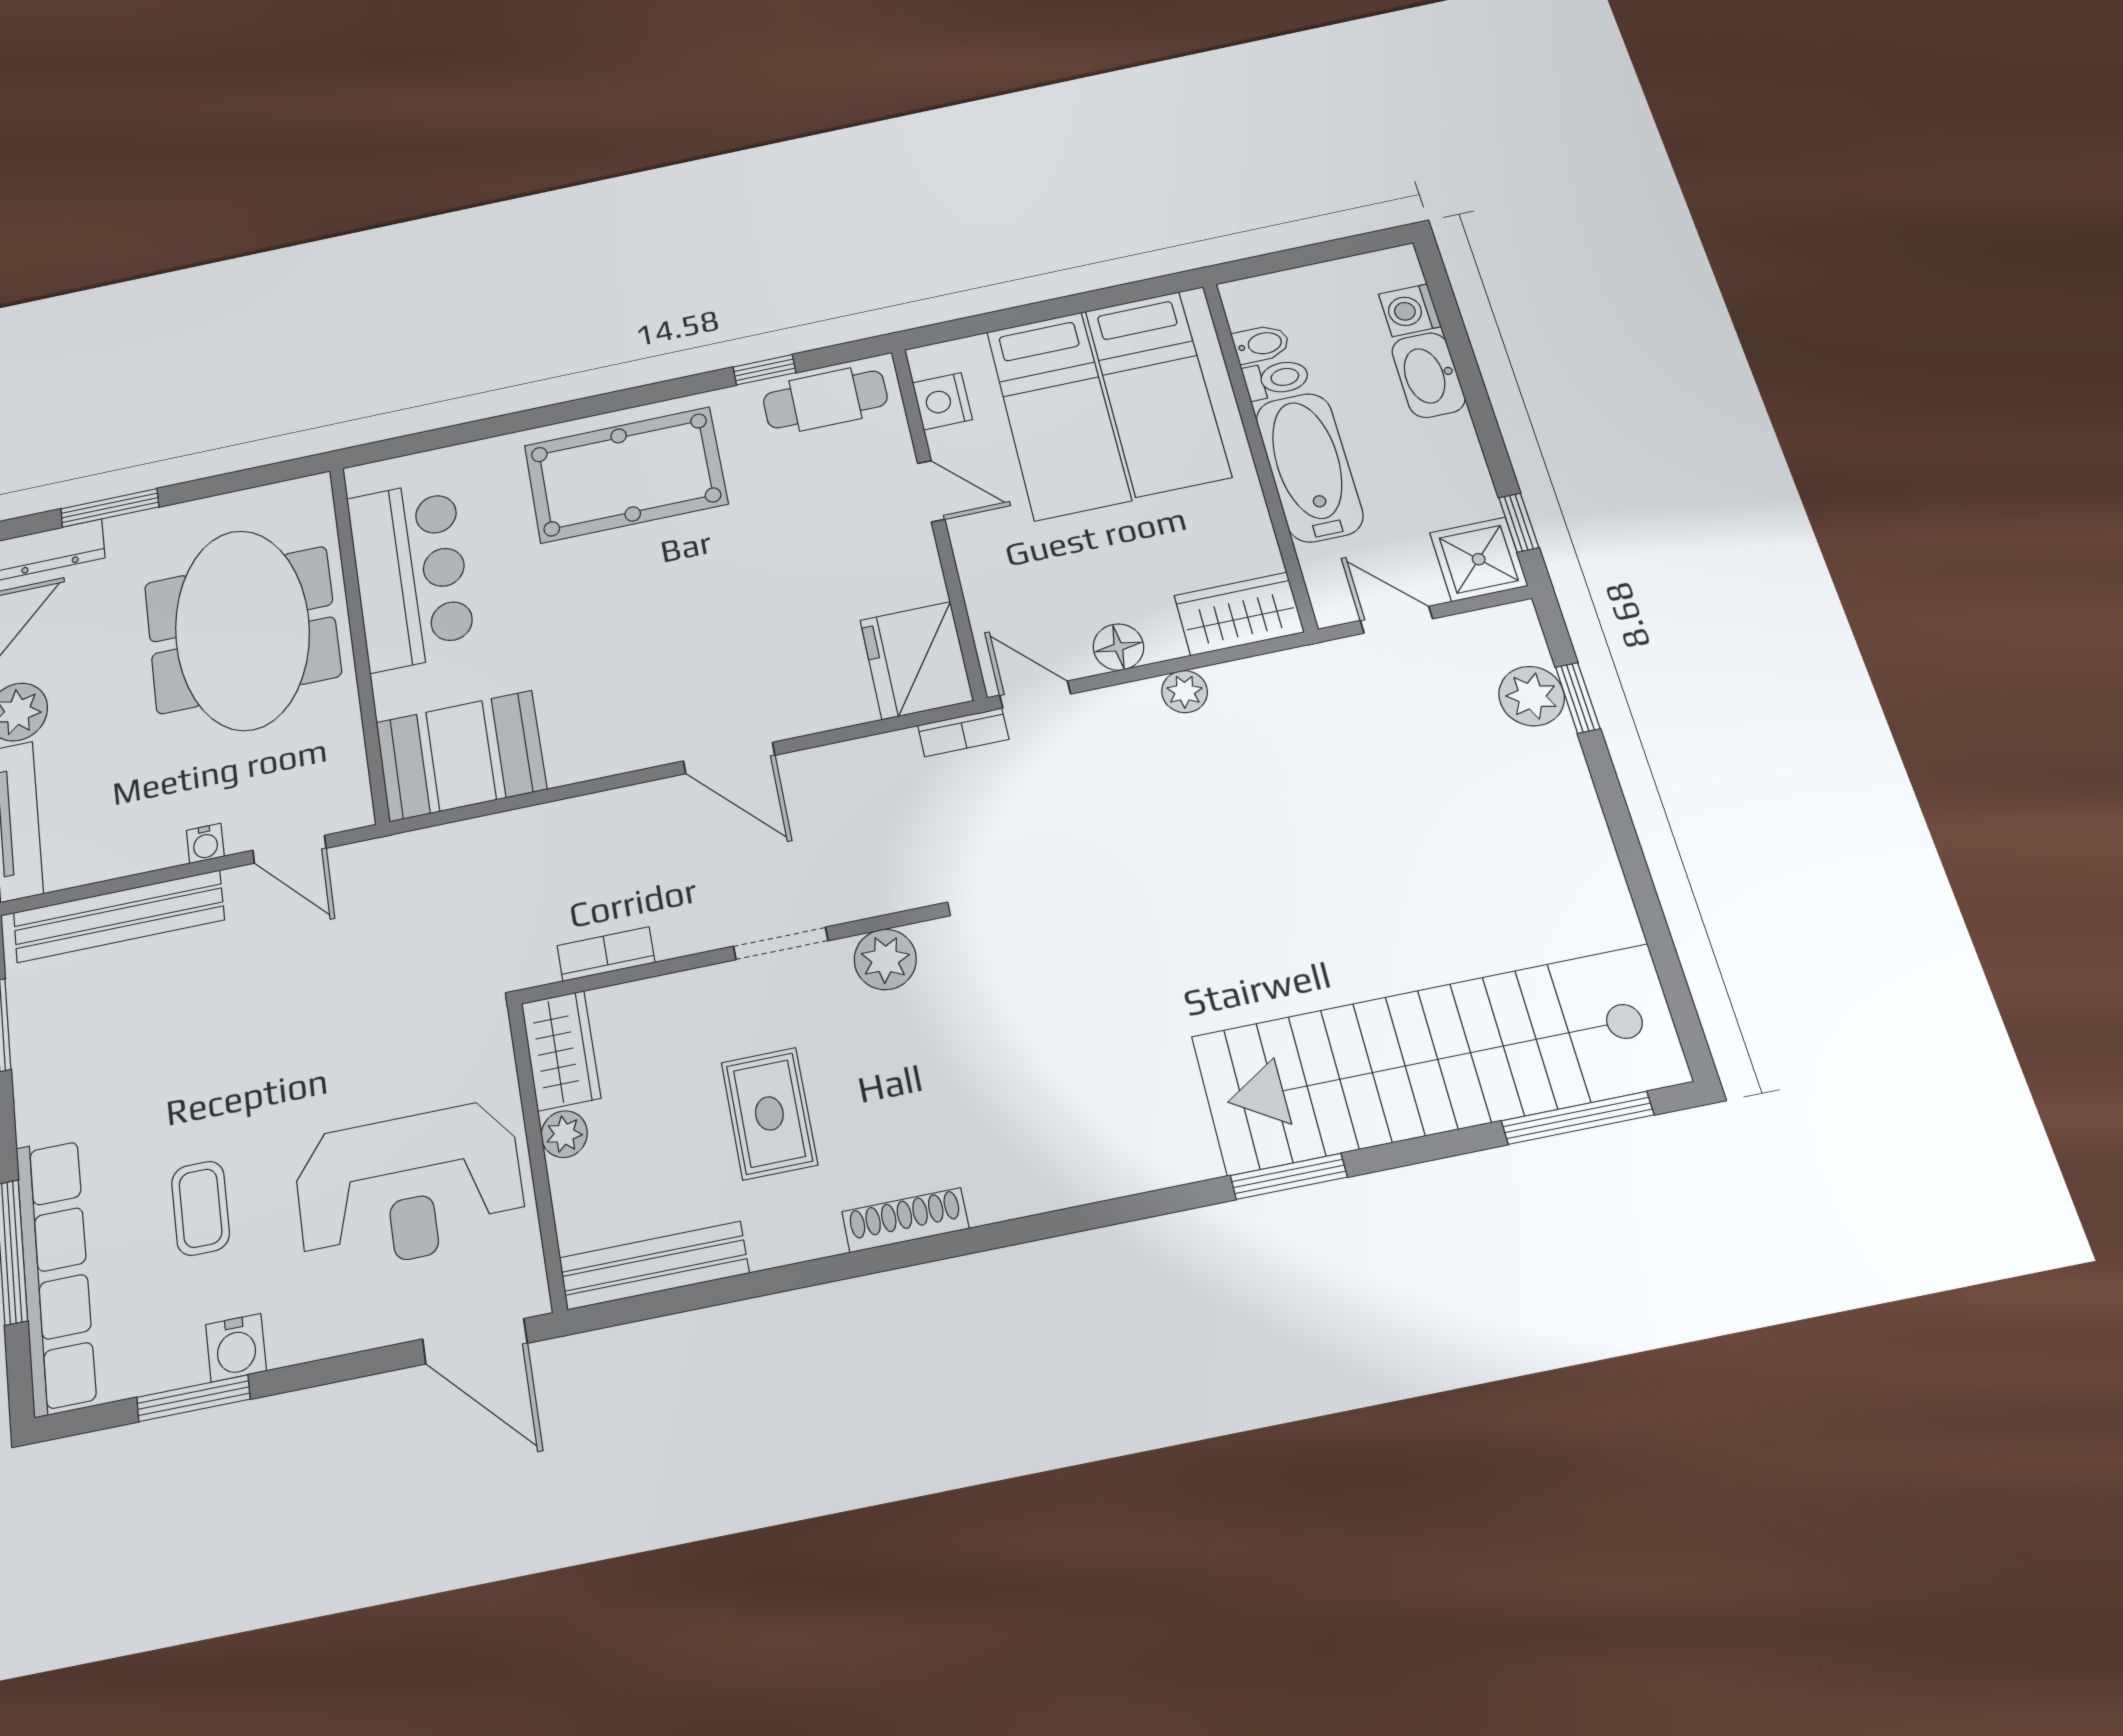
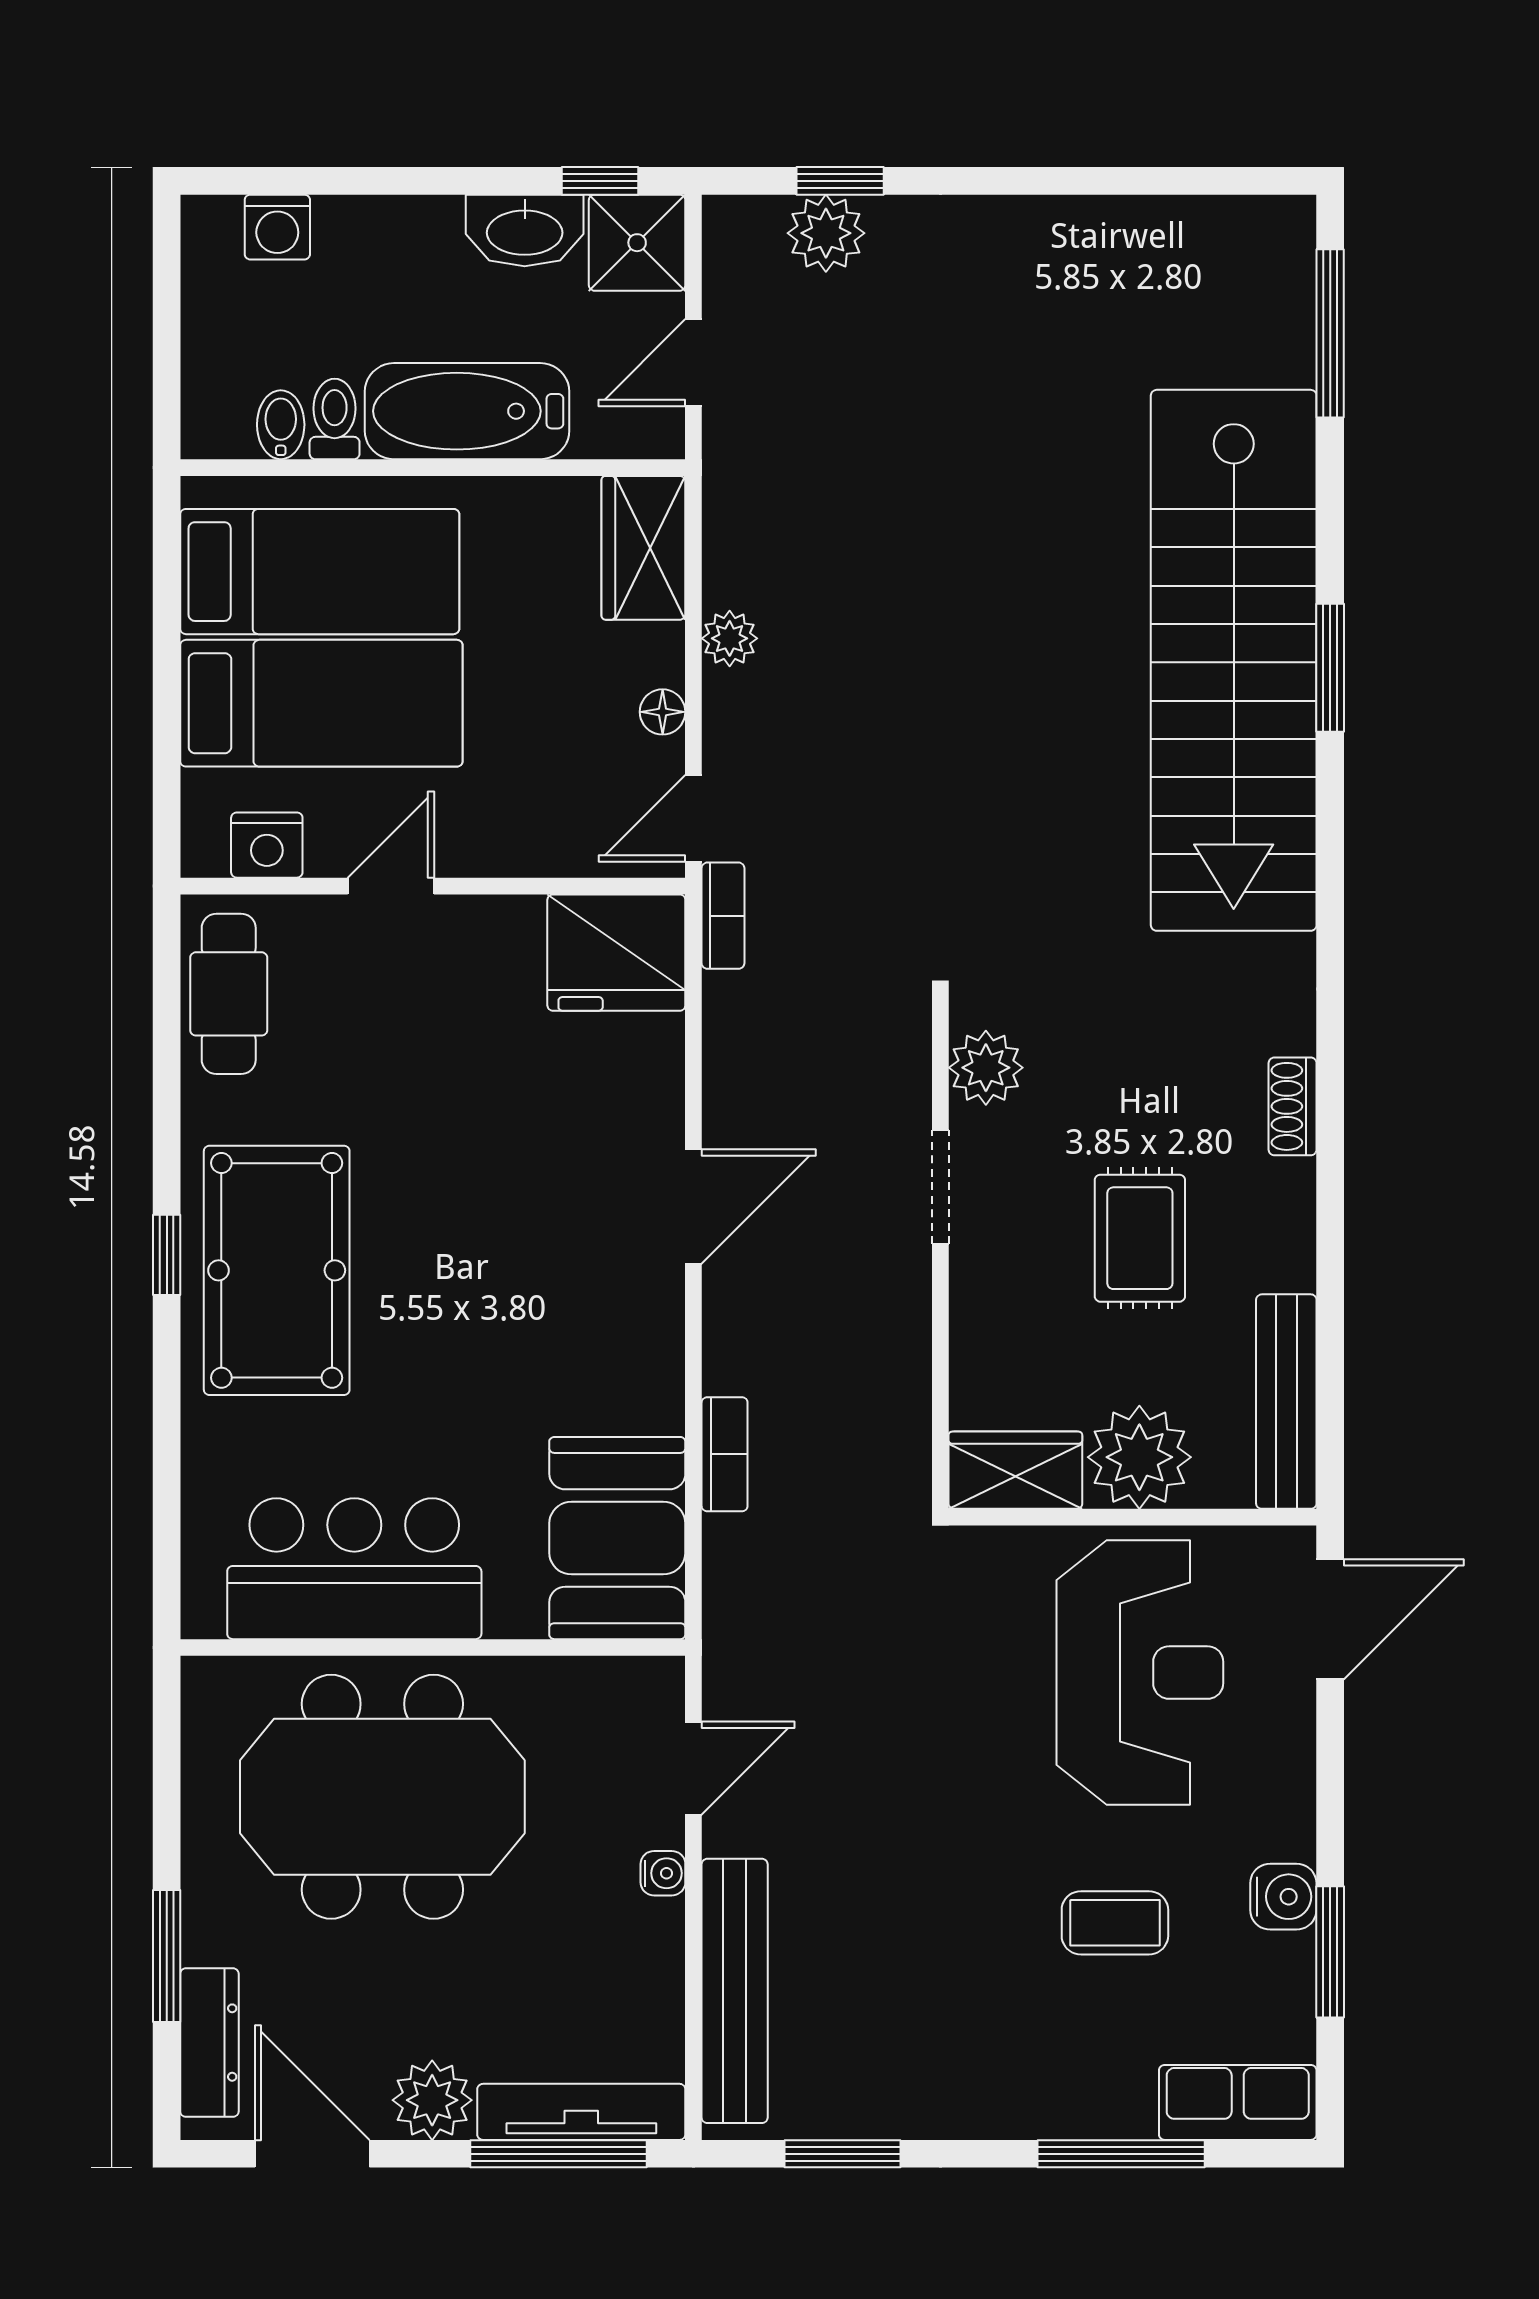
window: (764, 370) -> (167, 1255), moved
washbasin: (1428, 375) -> (525, 230), moved
floor lamp: (1118, 647) -> (663, 712), width x0.73, depth x0.73
bookcase: (606, 954) -> (725, 1454), moved, turned 180
stairs: (1439, 1059) -> (1234, 660), moved
rug: (769, 1113) -> (1140, 1238), turned 90
plant: (564, 1134) -> (1139, 1457), width x1.88, depth x1.88
shoe rack: (905, 1220) -> (1293, 1106), width x0.70
row of seats: (56, 1274) -> (1238, 2102), width x0.50

